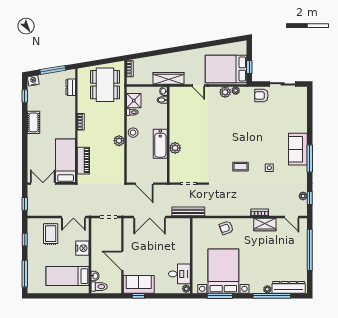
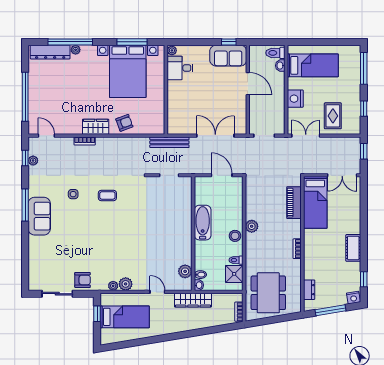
bed: (226, 69) -> (125, 317), width x0.67
plant: (175, 148) -> (185, 271), moved
wardrobe: (265, 224) -> (96, 127), moved

